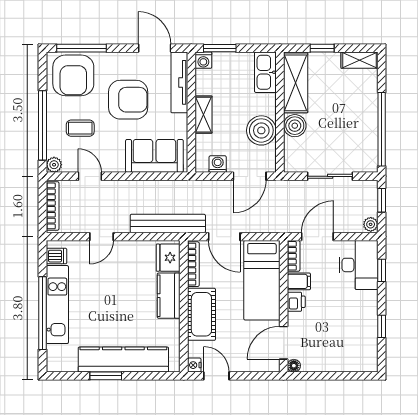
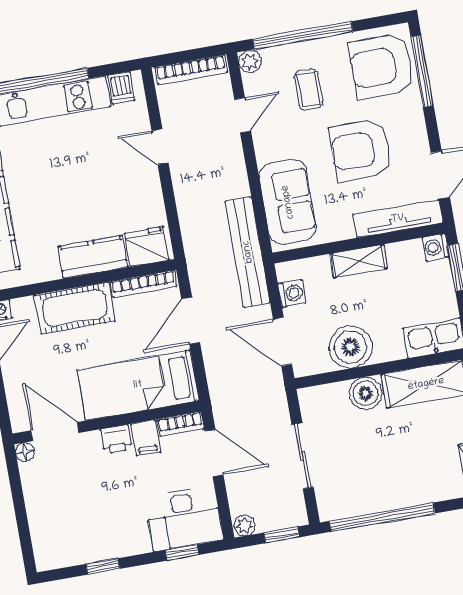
armchair: (128, 100) -> (361, 150), turned 90
bench: (168, 223) -> (248, 252), moved

